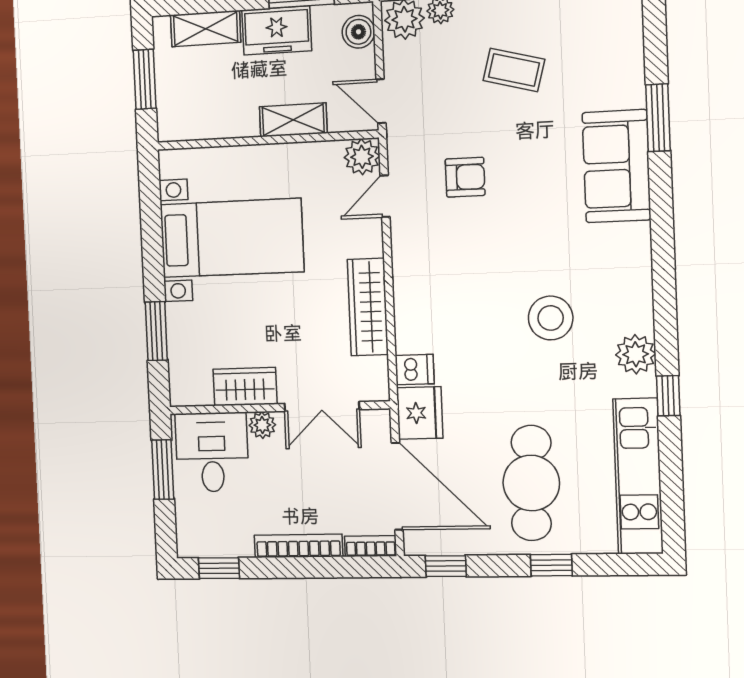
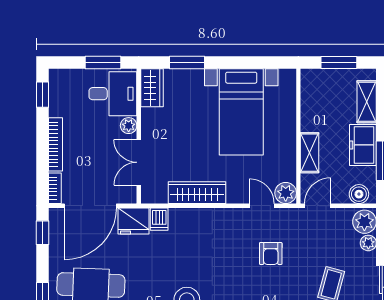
wardrobe: (245, 387) -> (152, 88), moved

